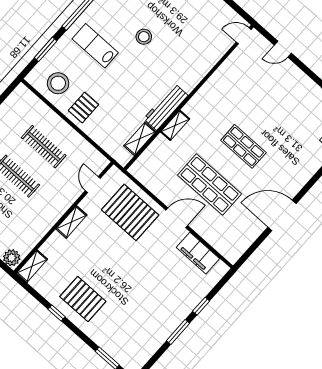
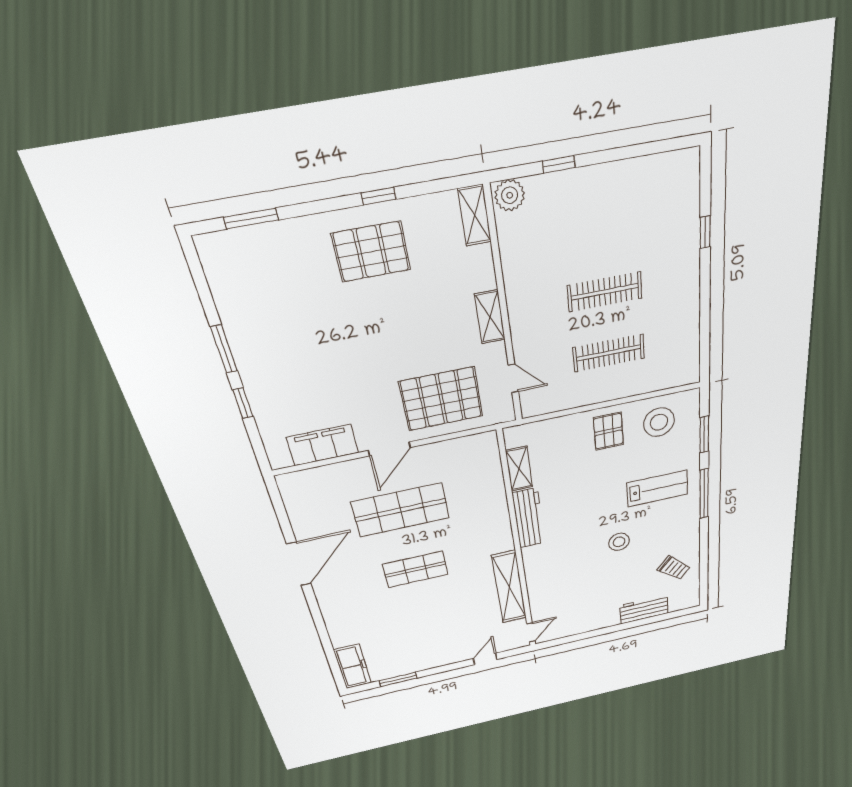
shelving: (175, 125) -> (509, 587), moved, width x2.20, depth x1.33

